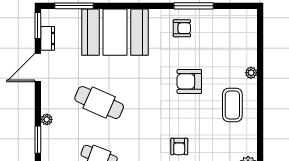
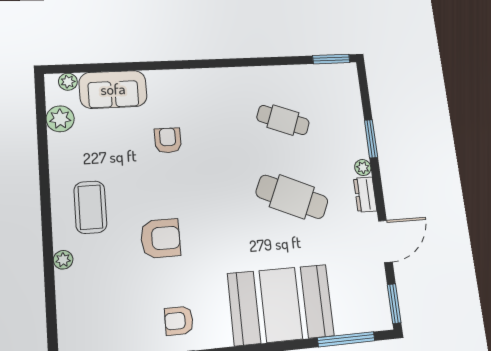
dresser: (48, 38) -> (365, 195), moved

